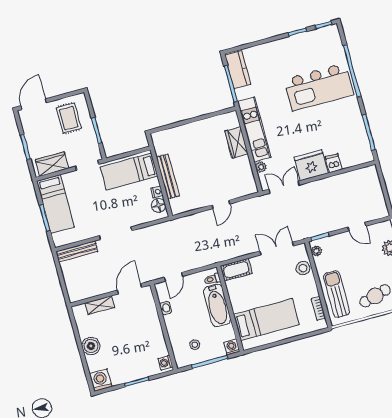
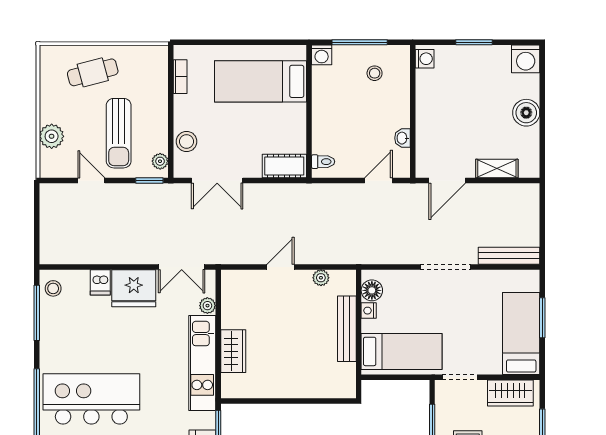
stool: (363, 151) -> (53, 288), added
plant: (193, 205) -> (321, 278), added
sun lounger: (336, 294) -> (119, 133), moved
bathtub: (217, 305) -> (326, 121), removed

